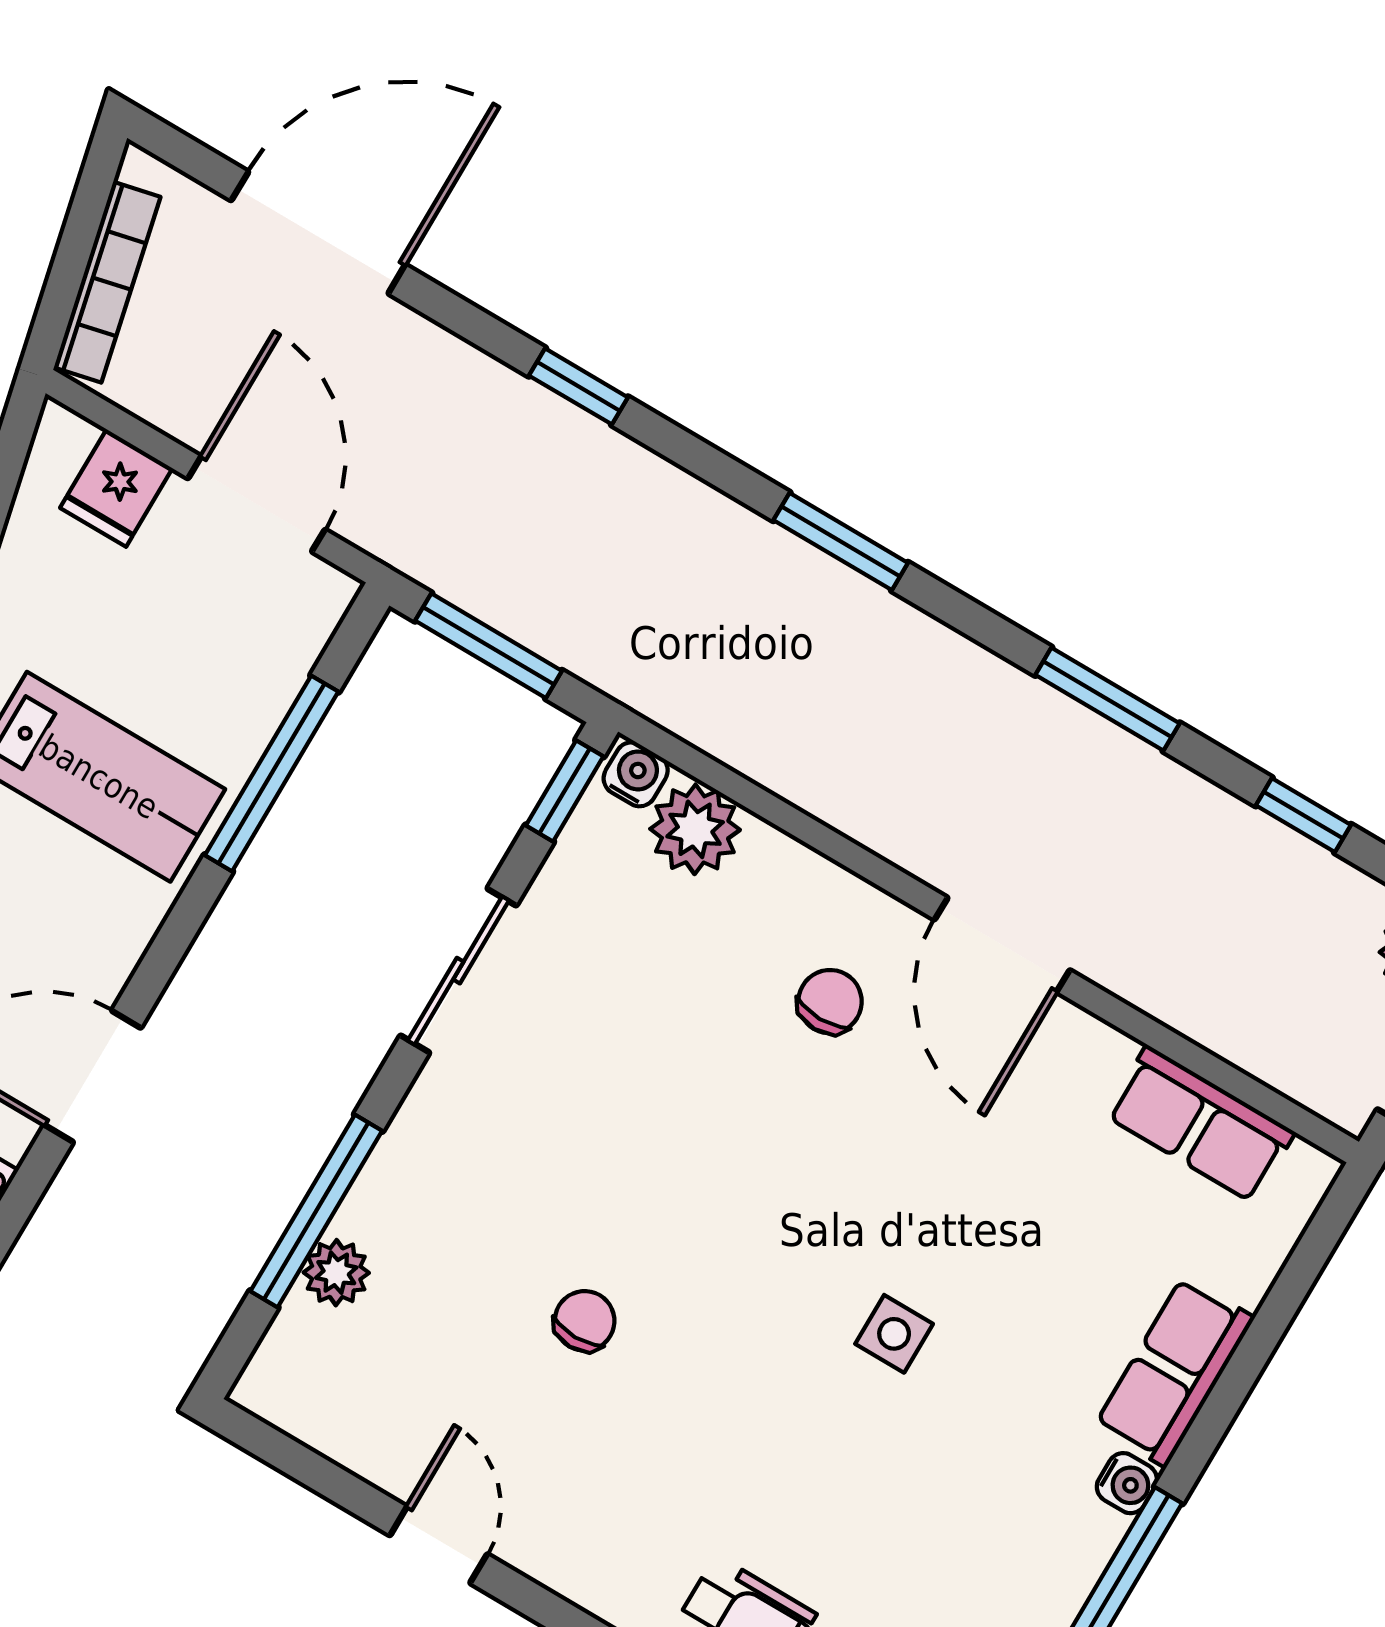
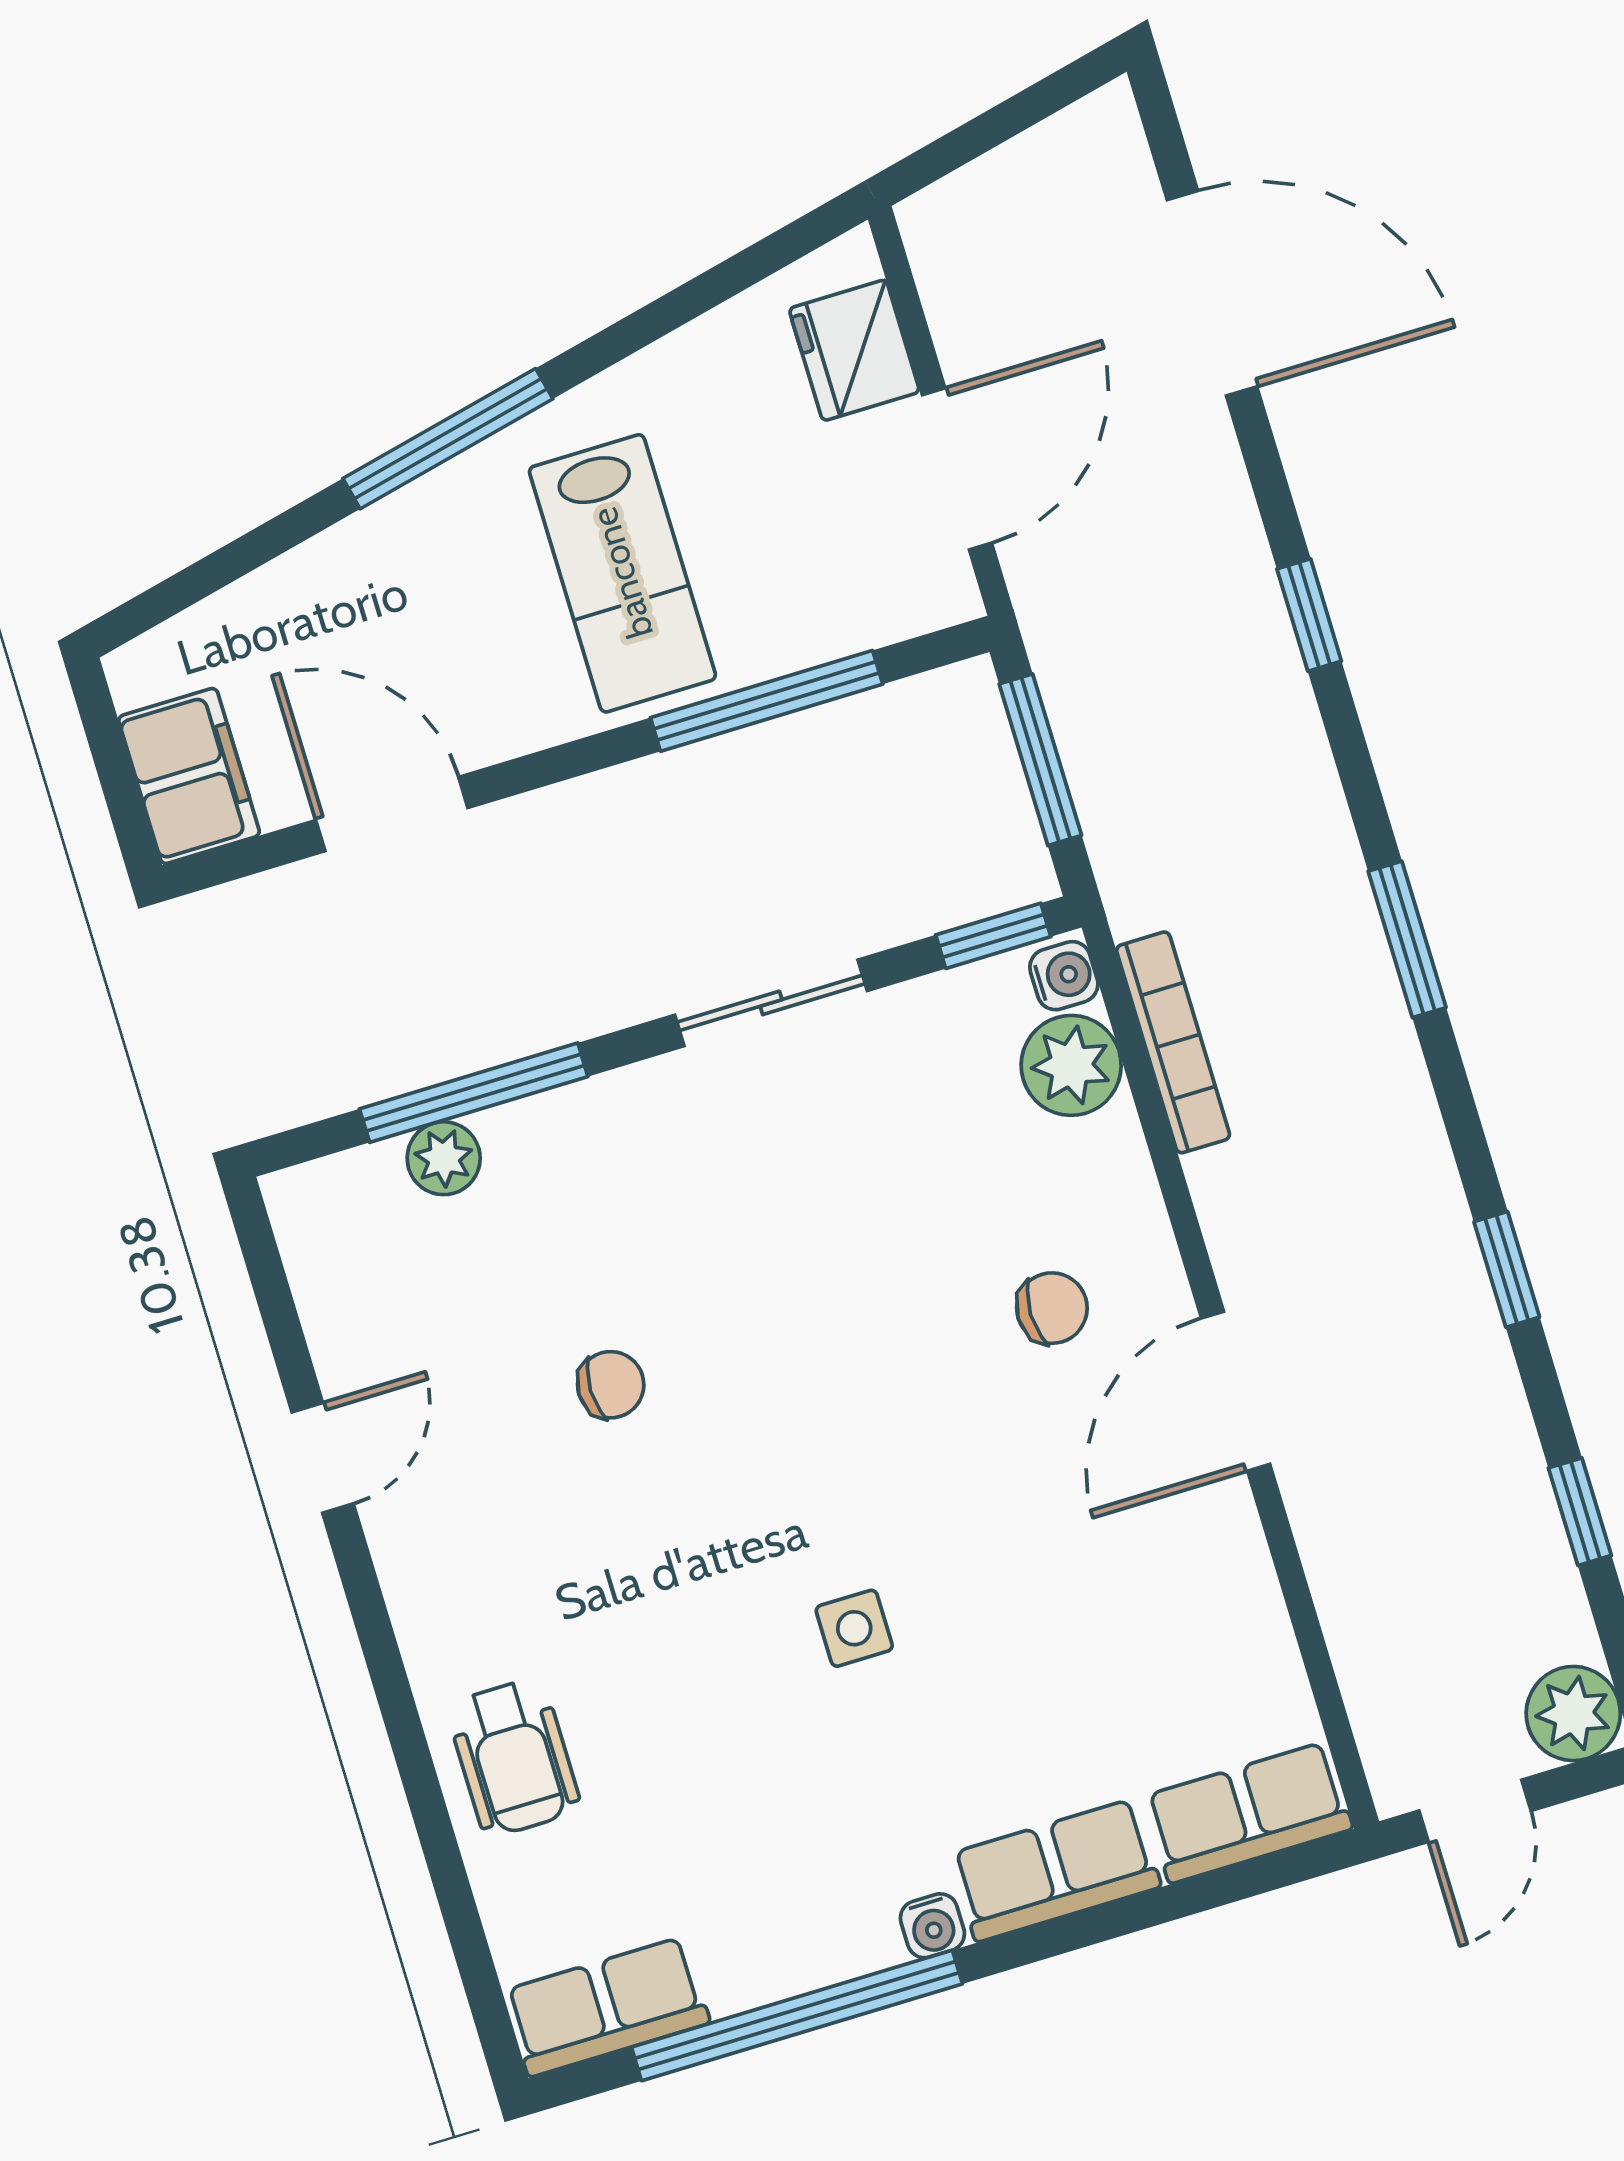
bookcase: (107, 282) -> (1173, 1042), moved, turned -77
fridge: (116, 488) -> (854, 350), width x1.38
window: (1107, 699) -> (1507, 1269), width x0.67
row of seats: (1200, 1124) -> (1248, 1813), moved, turned 90

